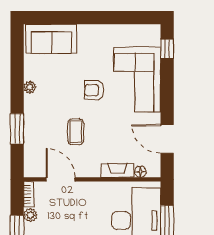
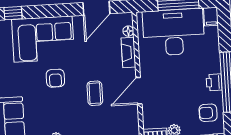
coffee table: (76, 132) -> (95, 93), turned 90
door: (61, 179) -> (139, 91), moved

